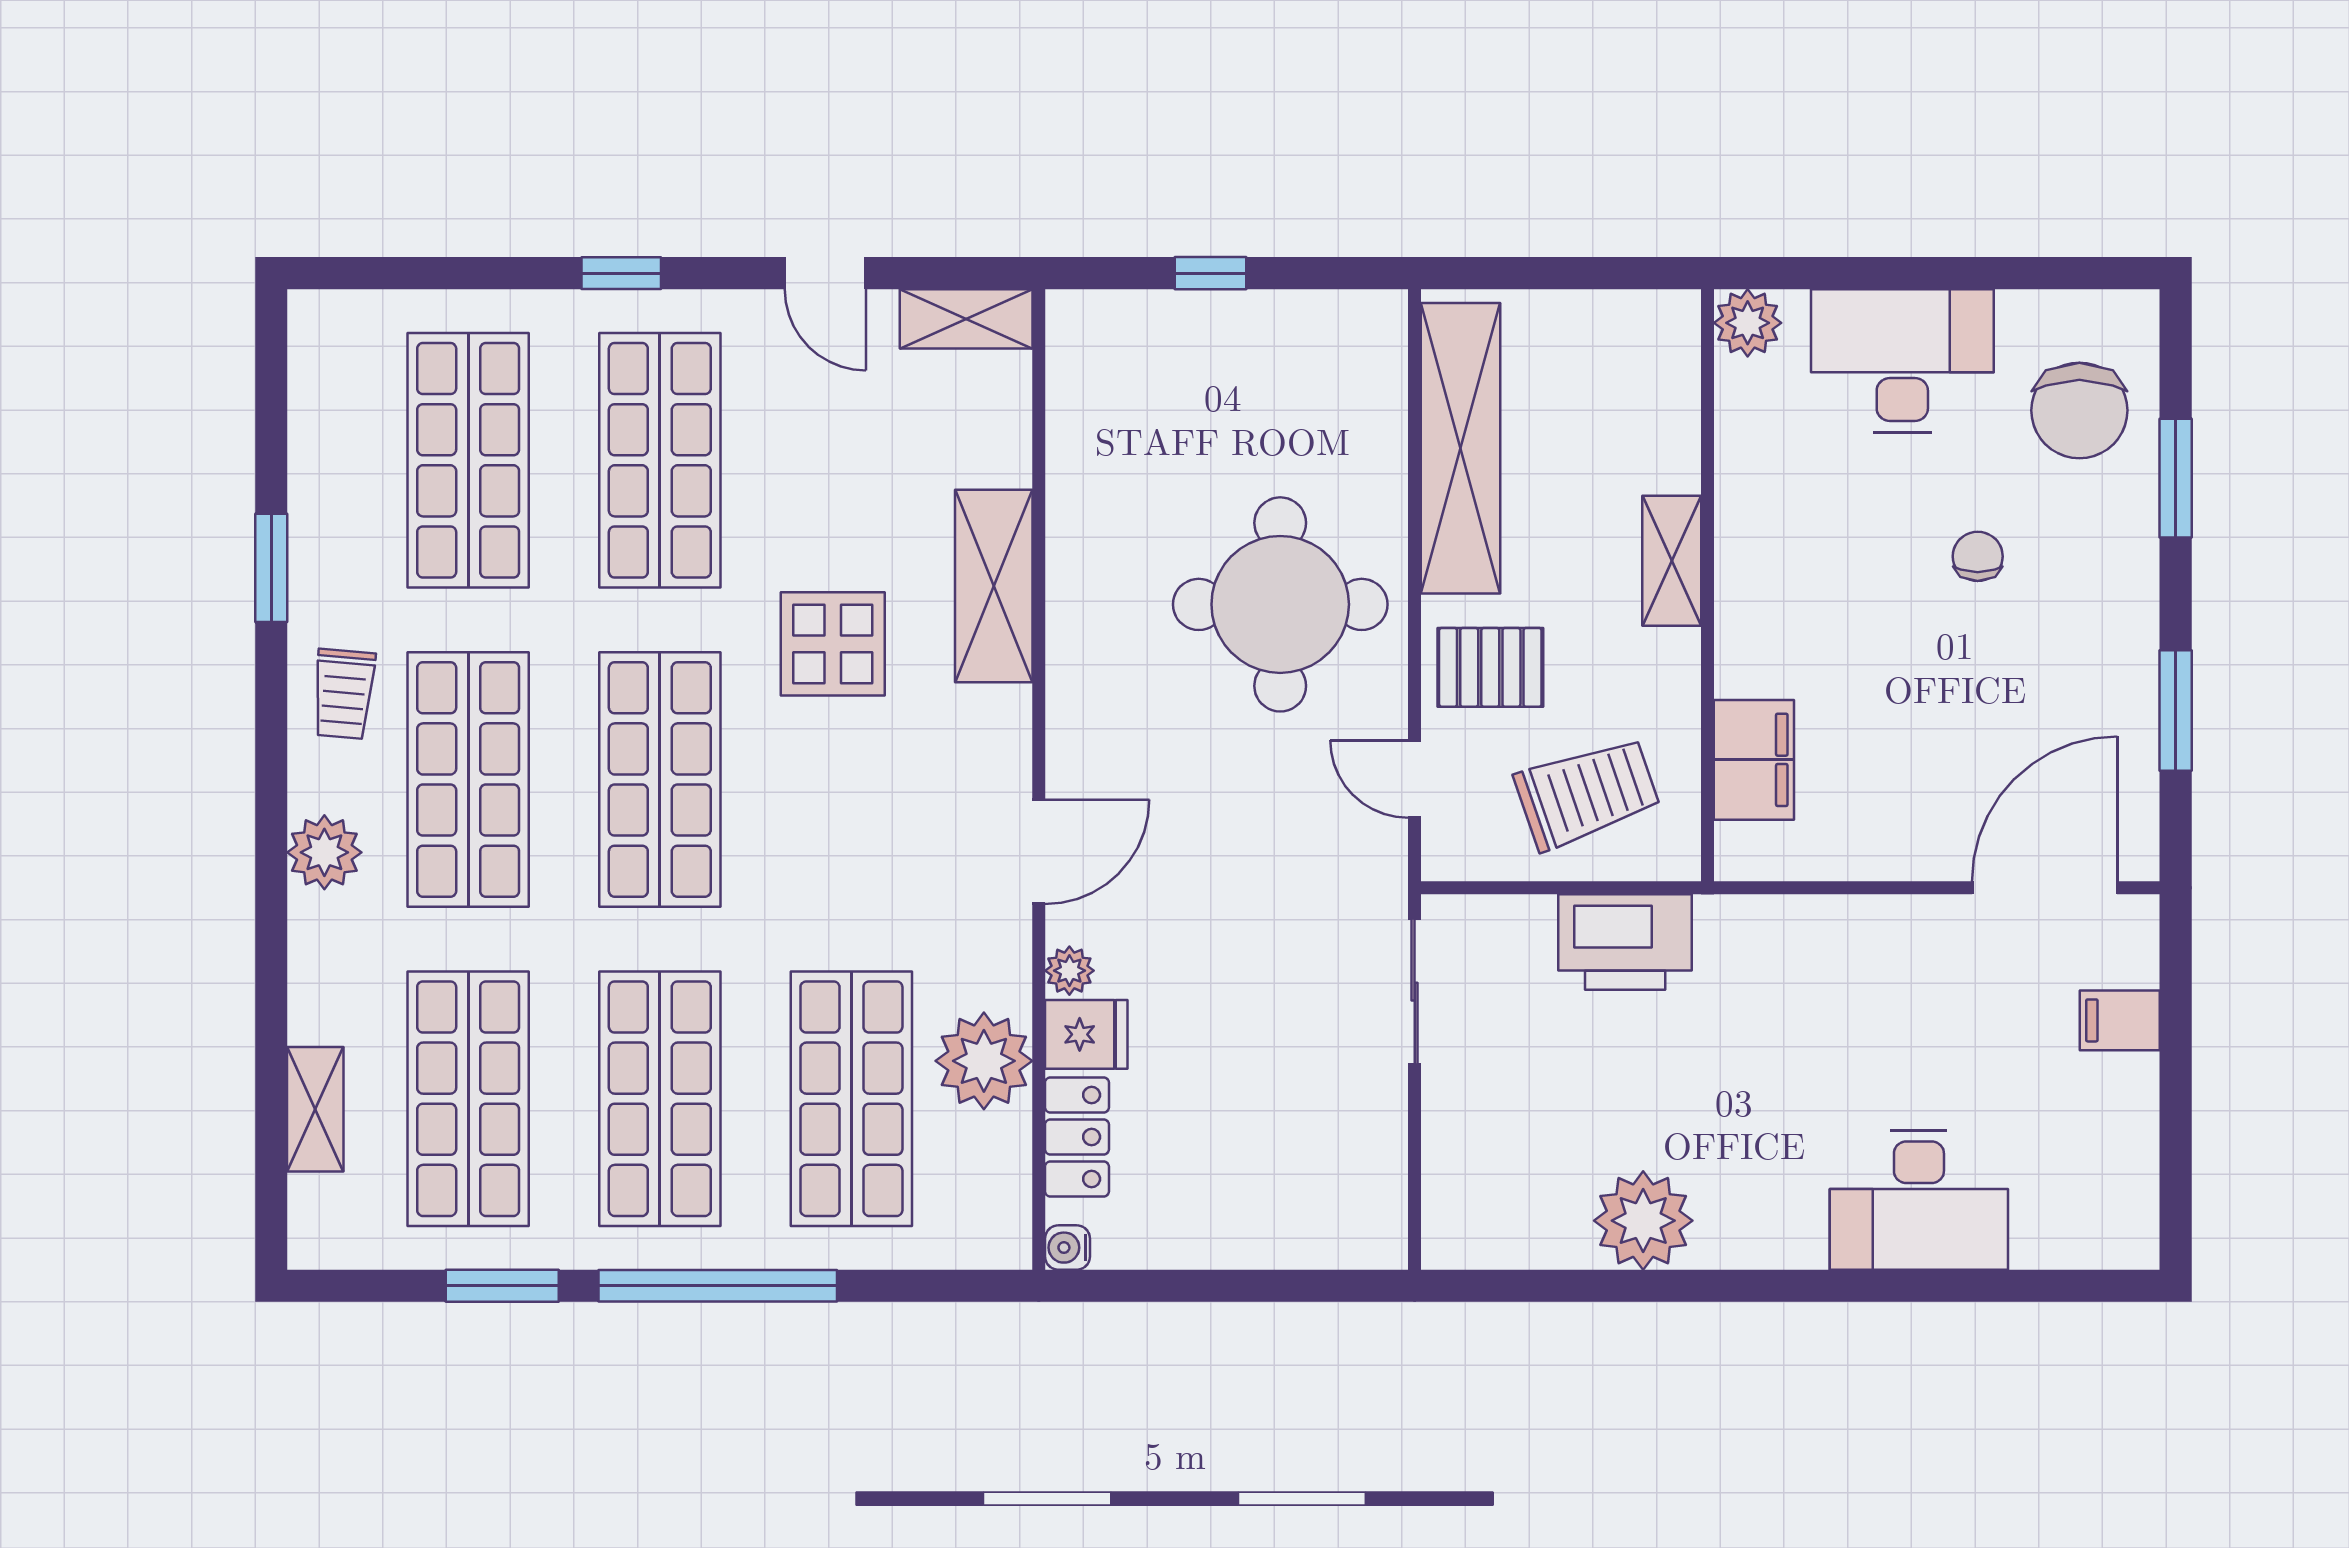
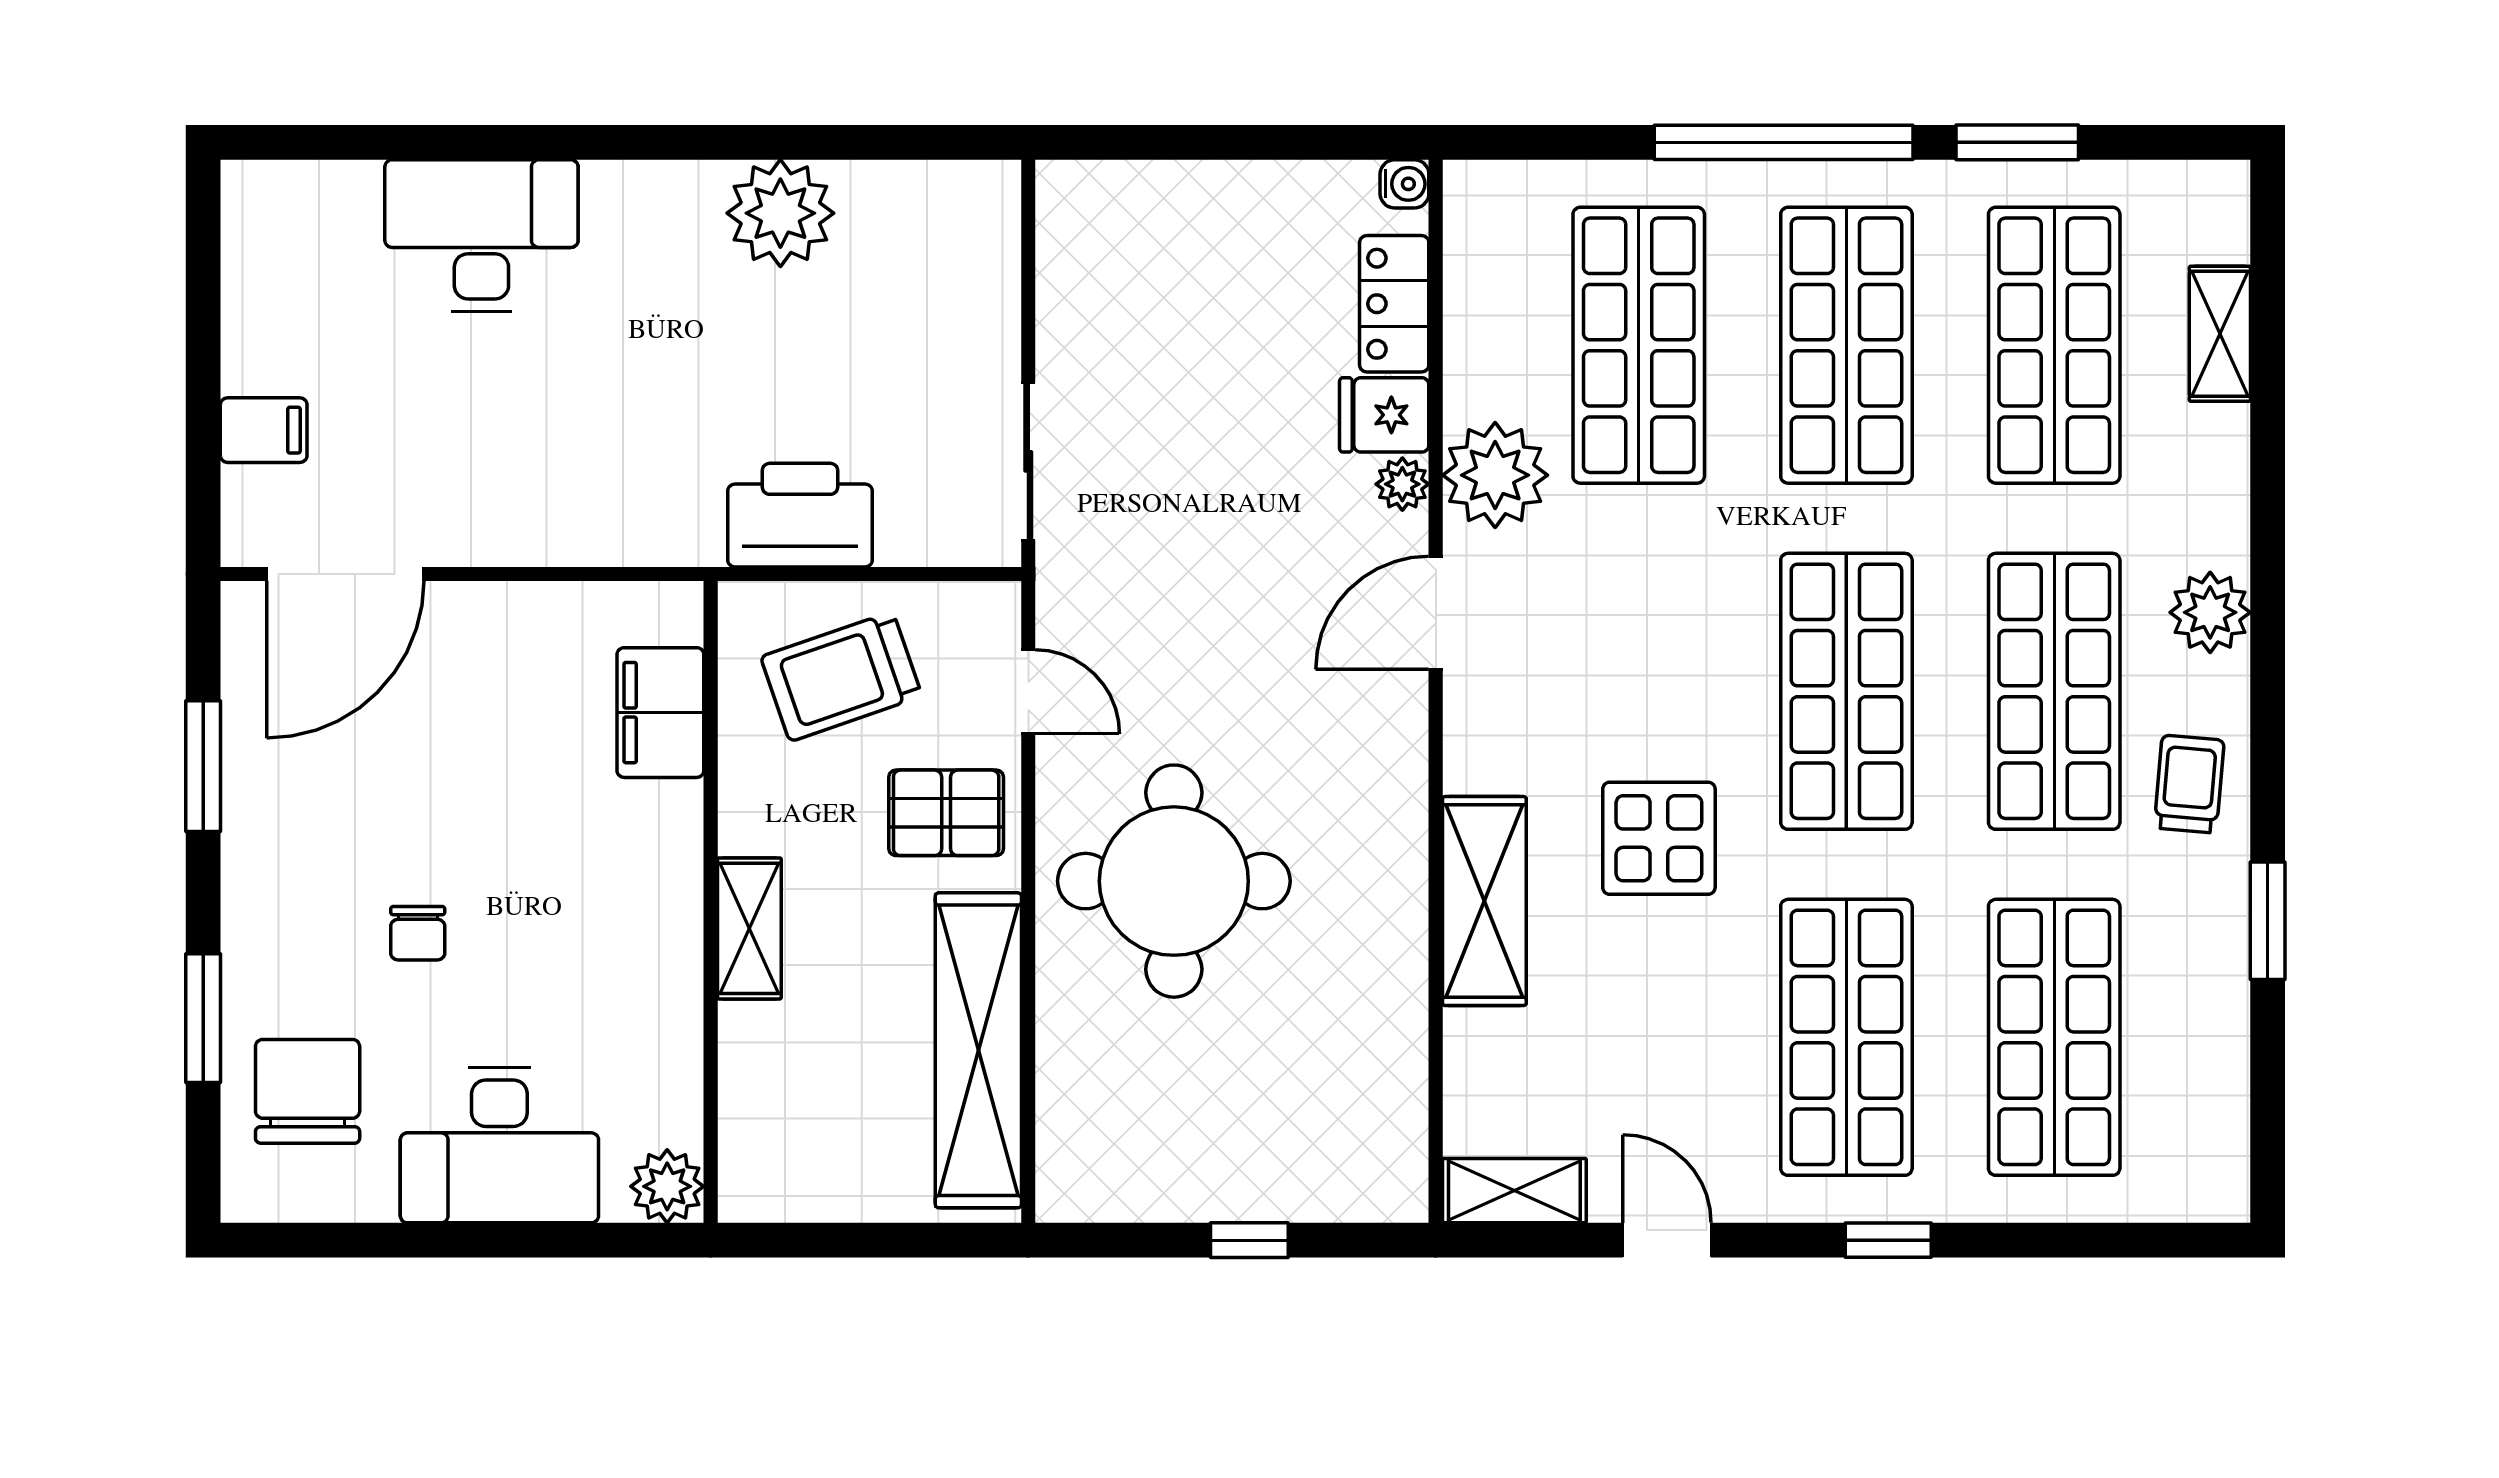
plant: (984, 1061) -> (1495, 475), moved

